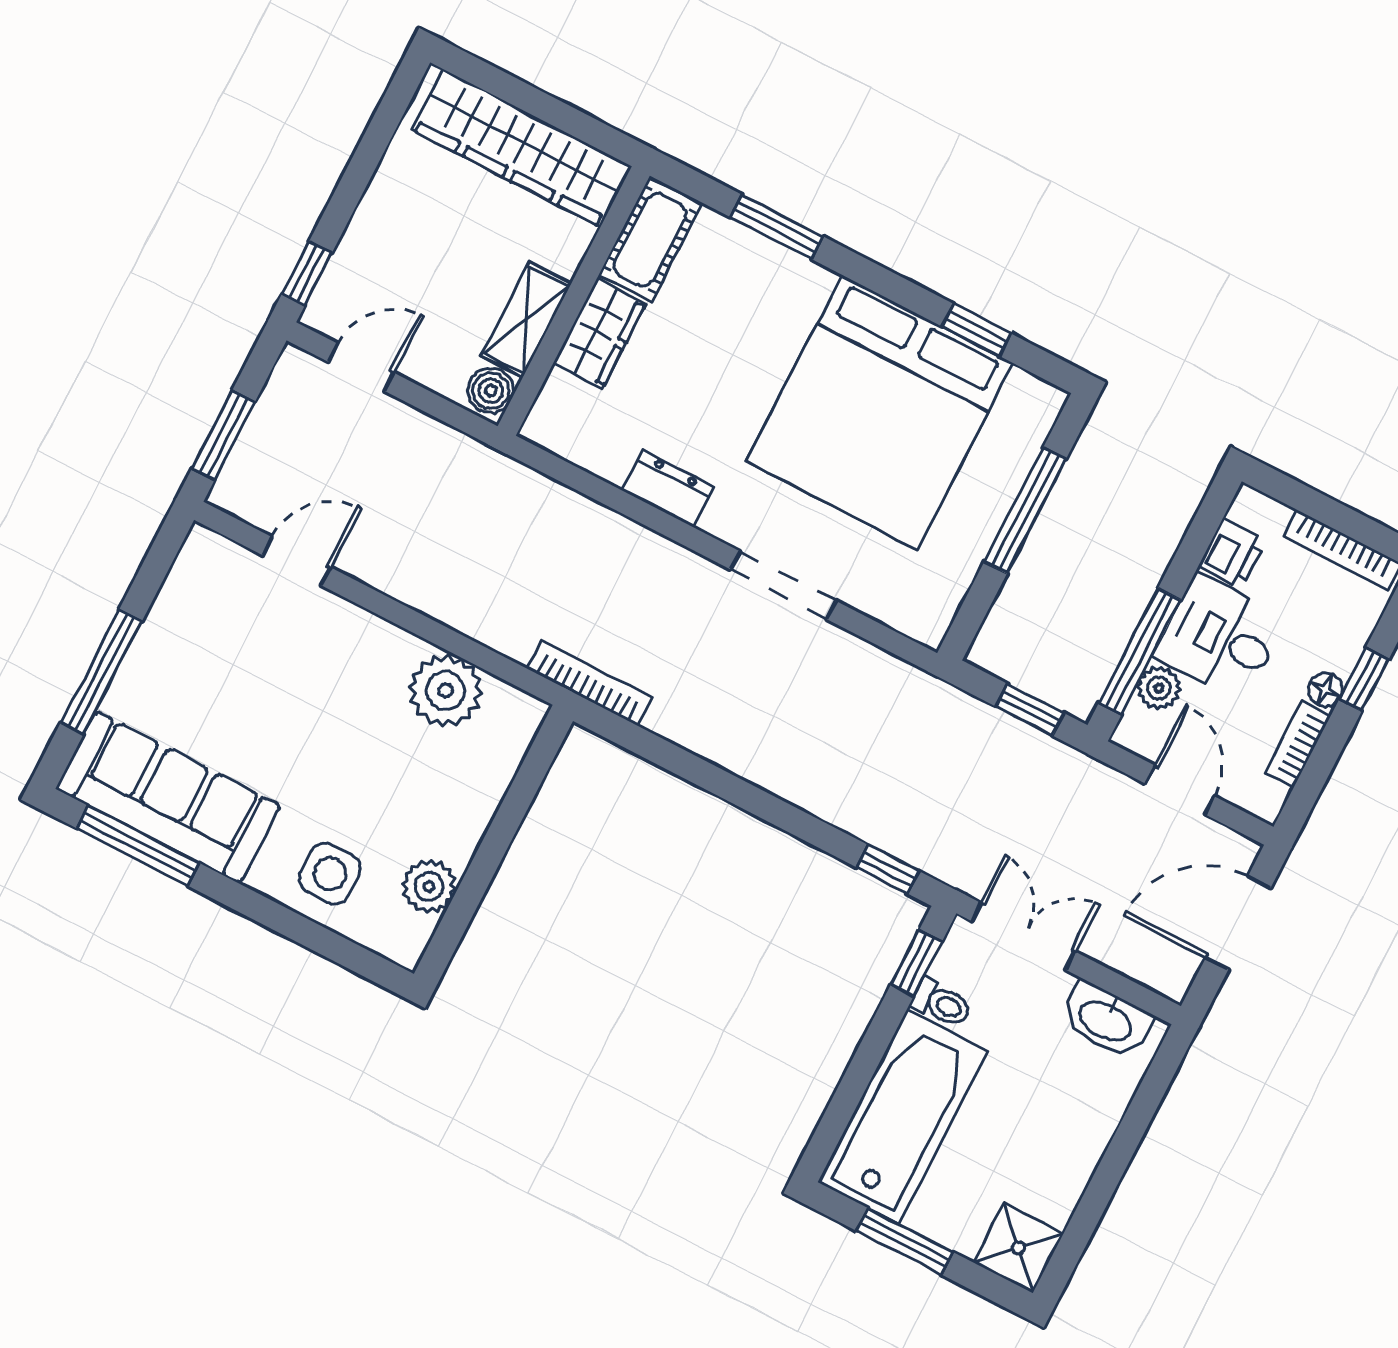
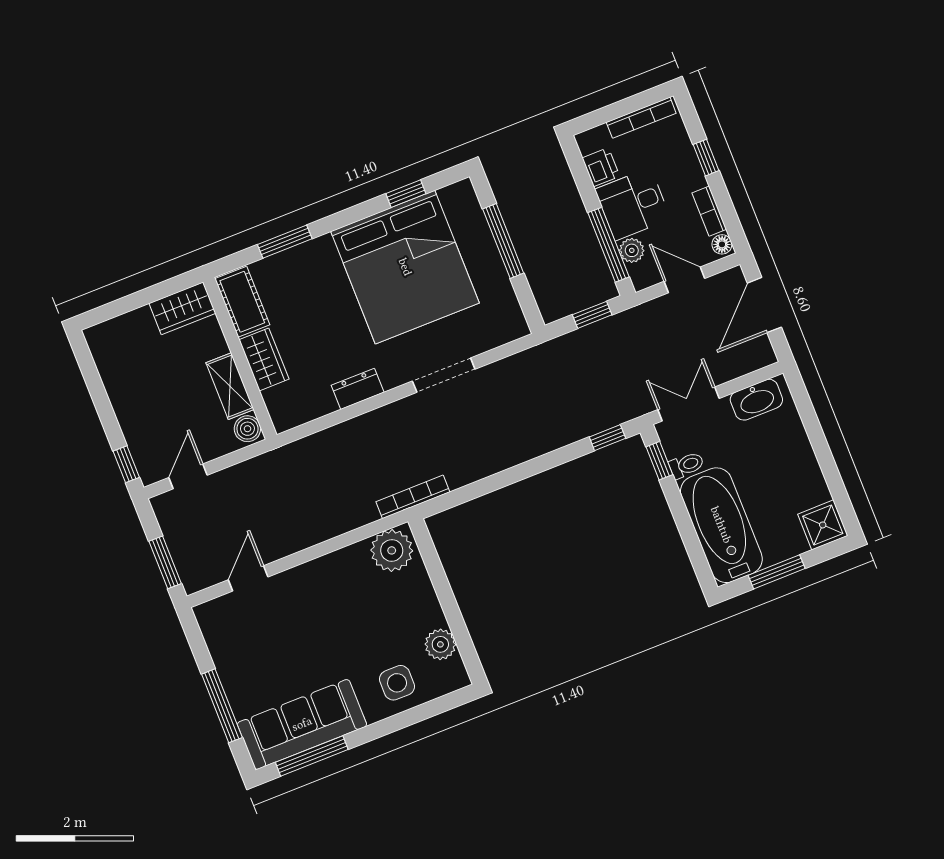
wardrobe: (522, 148) -> (182, 308), width x0.48, depth x0.85
plant: (446, 690) -> (392, 550), moved
floor lamp: (1325, 690) -> (722, 244), moved

